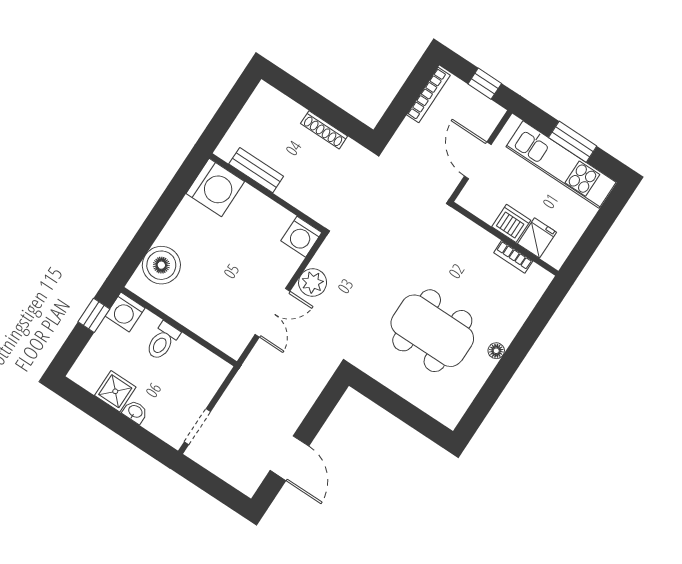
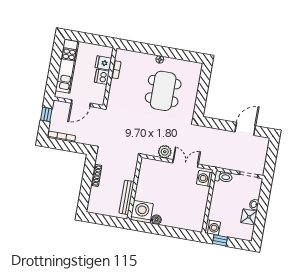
window: (573, 142) -> (55, 65), removed
bench: (256, 170) -> (127, 197), width x1.36
washing machine: (301, 237) -> (204, 178), moved, turned 180
boiler: (161, 265) -> (156, 220), moved, width x0.54, depth x0.54
toilet: (163, 341) -> (223, 177), moved

